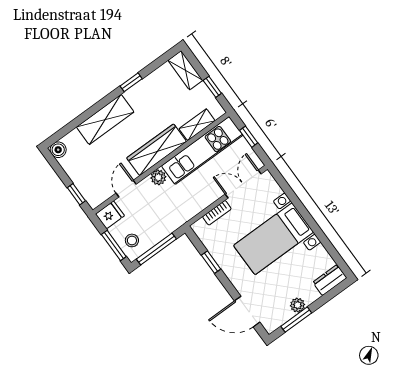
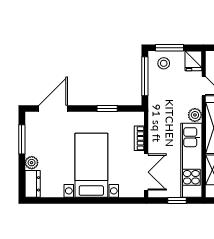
plant: (297, 305) -> (32, 163), moved

